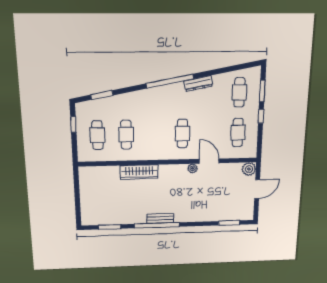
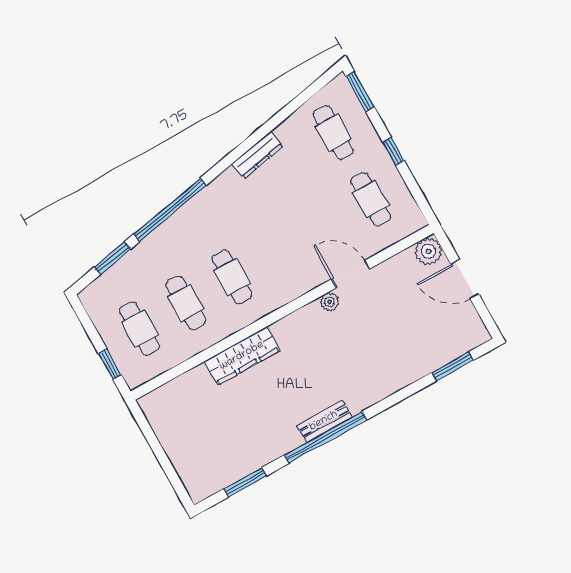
window: (170, 81) -> (170, 210), moved
window: (262, 91) -> (360, 92), moved
window: (73, 124) -> (110, 364), moved
cafe table: (182, 134) -> (232, 277), moved
door: (257, 189) -> (465, 279), swing flipped

